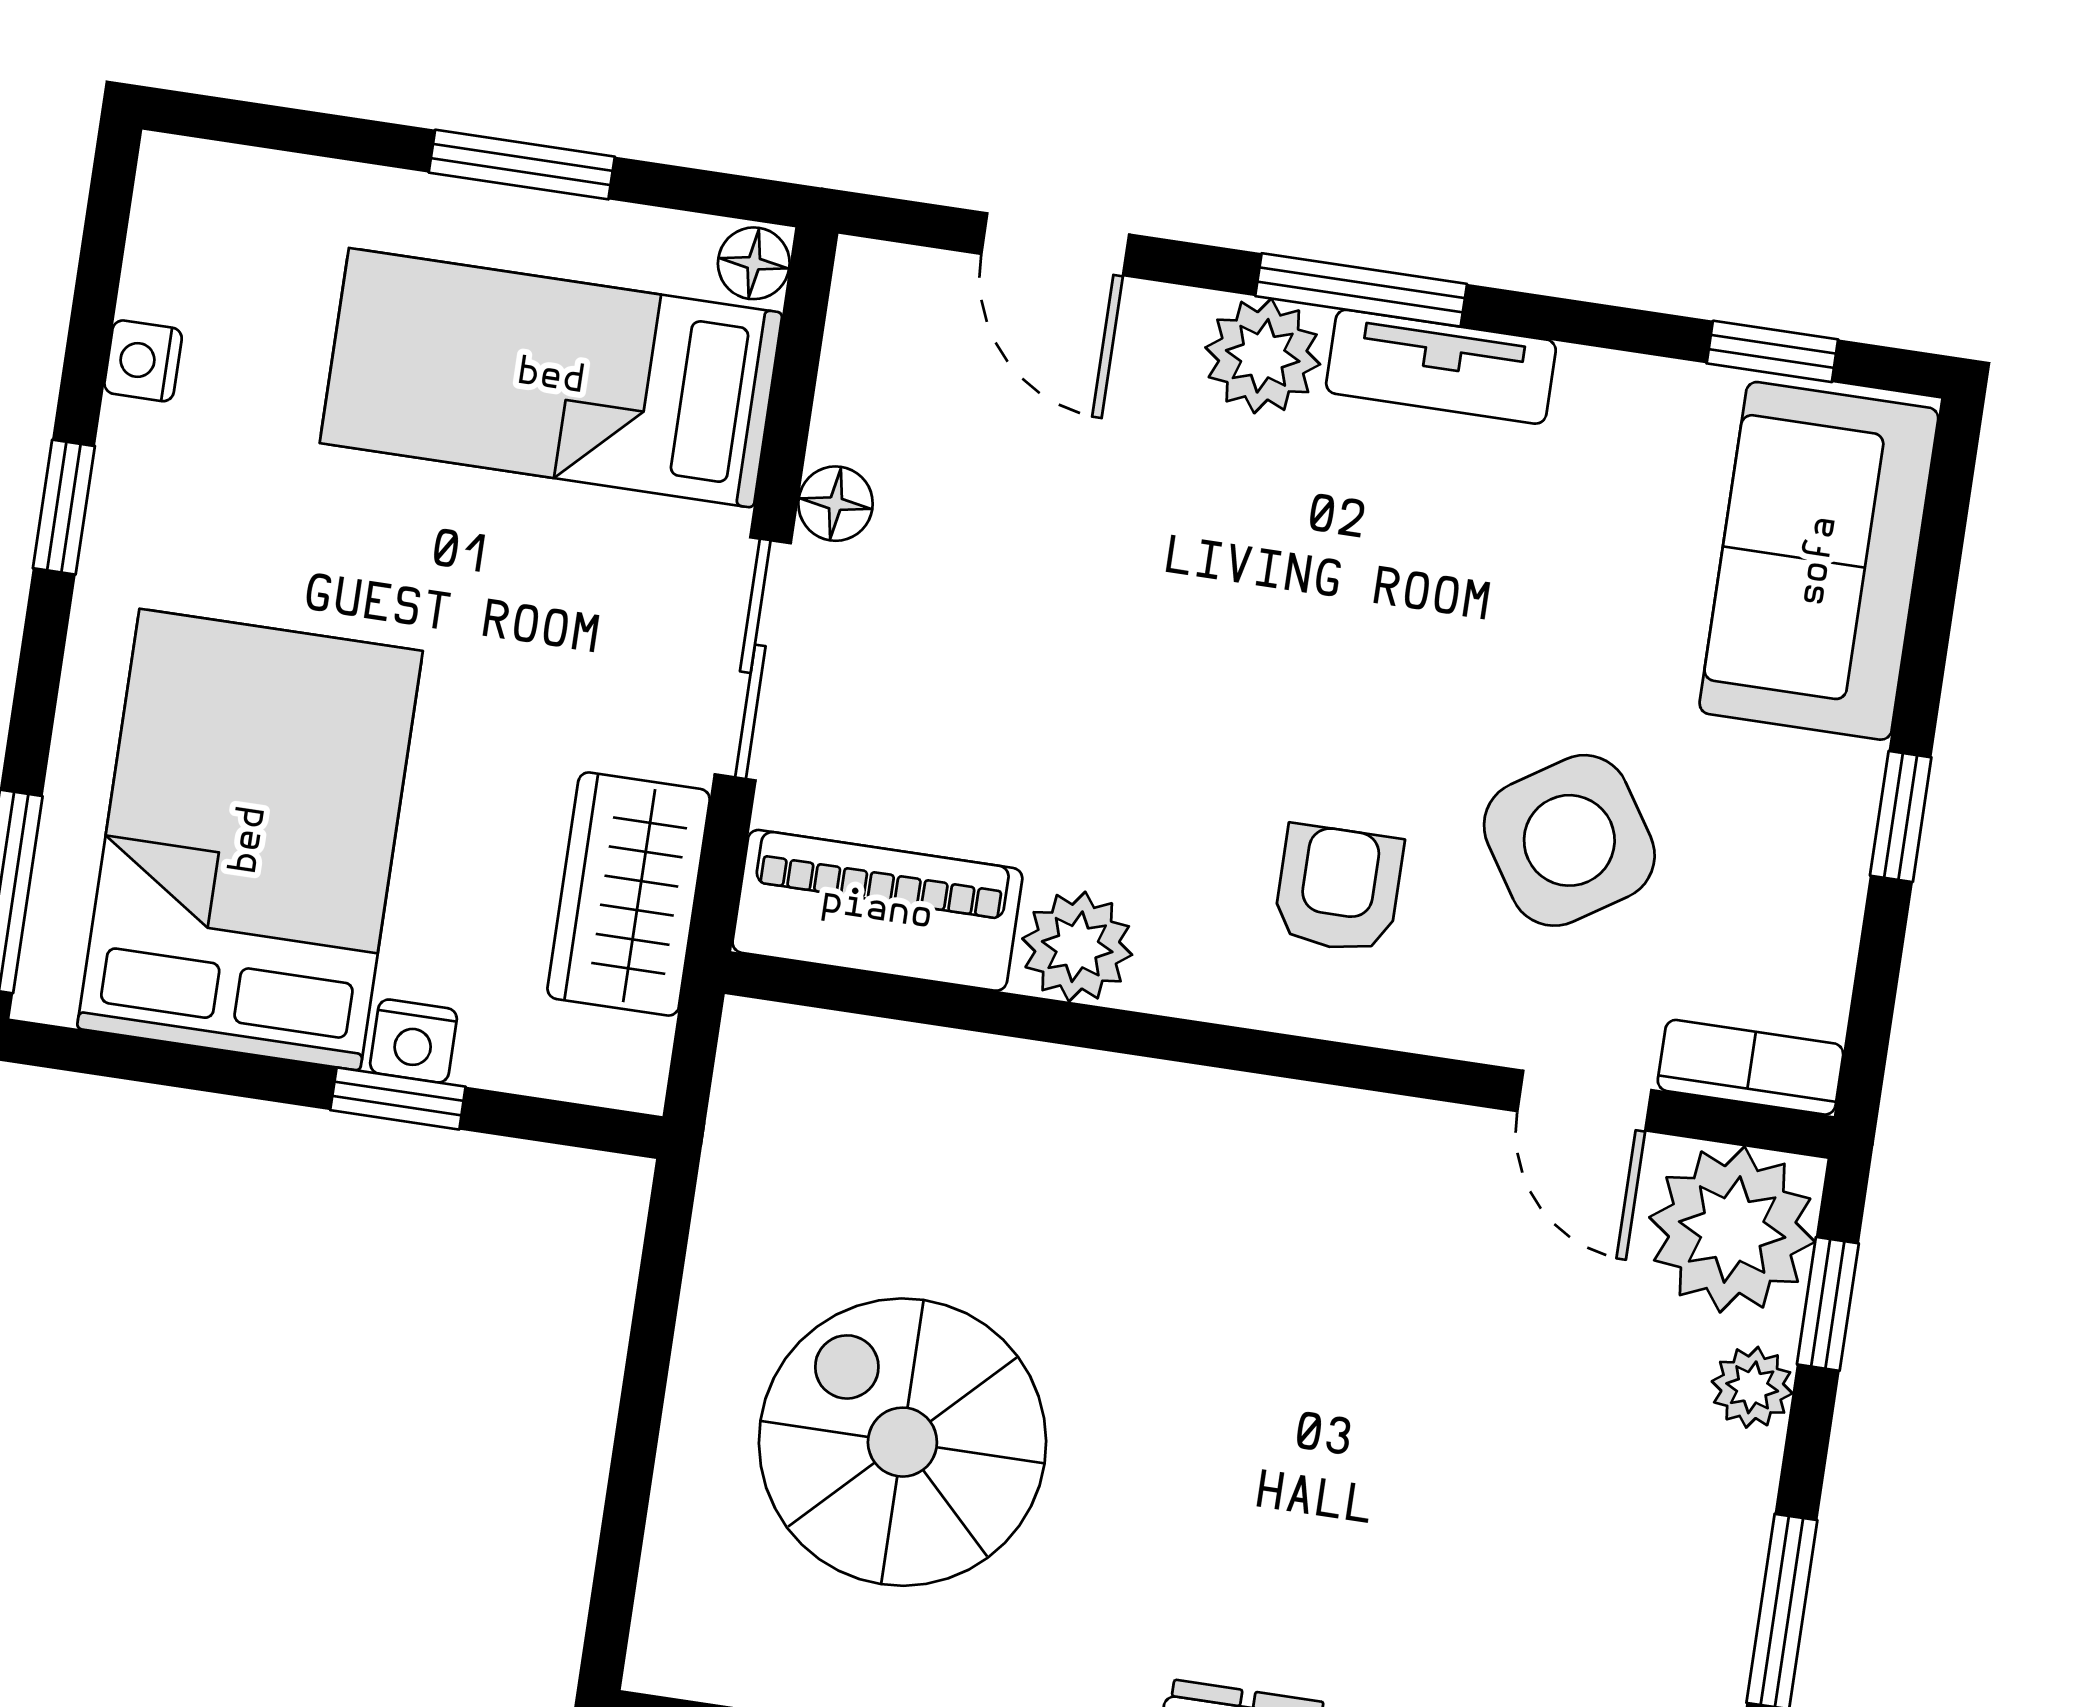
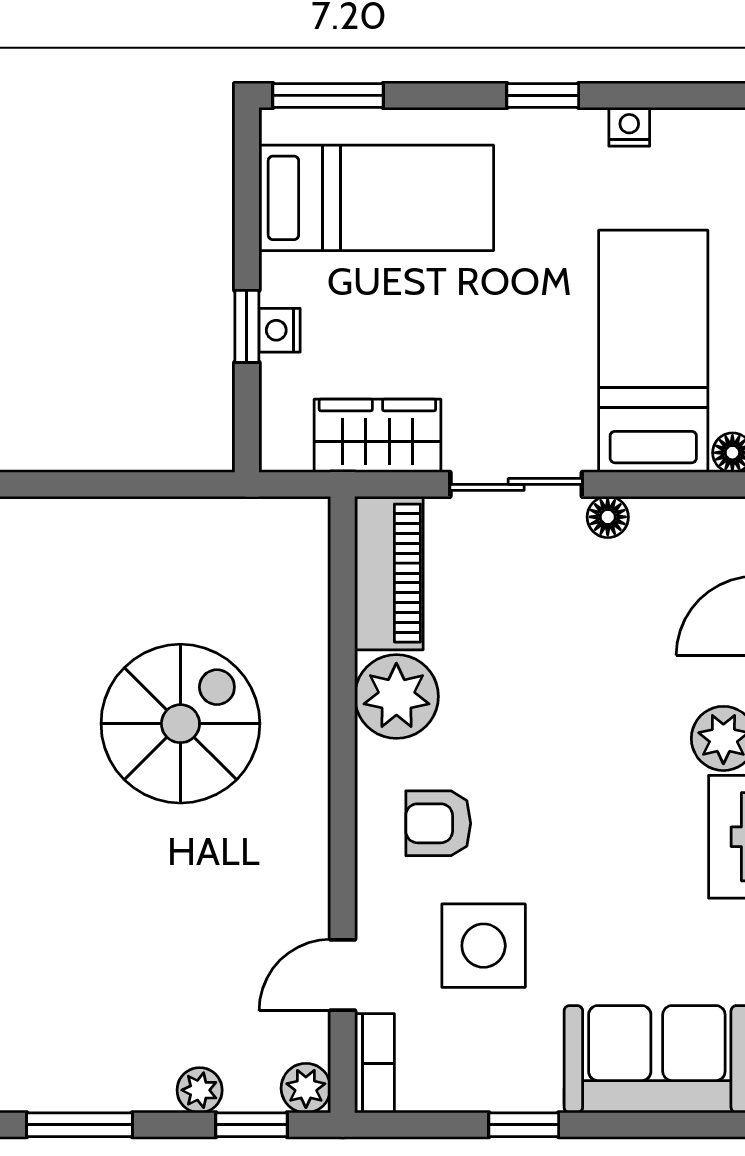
bed: (250, 840) -> (376, 198), width x0.67
side table: (1569, 840) -> (484, 946), turned 33
armchair: (1338, 889) -> (438, 823), turned 180
plant: (1077, 947) -> (396, 696), width x1.36, depth x1.36
plant: (1732, 1229) -> (306, 1088), width x0.53, depth x0.53
spiral stairs: (902, 1442) -> (180, 724), moved

